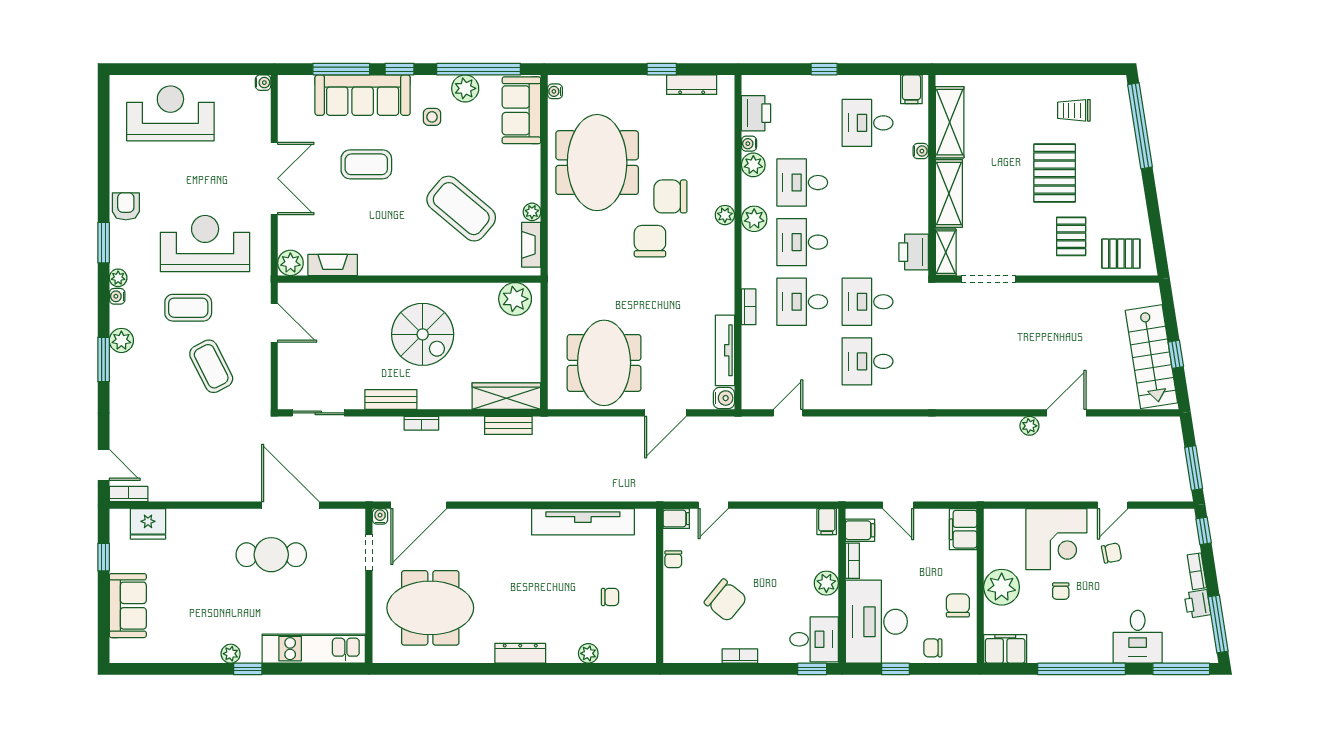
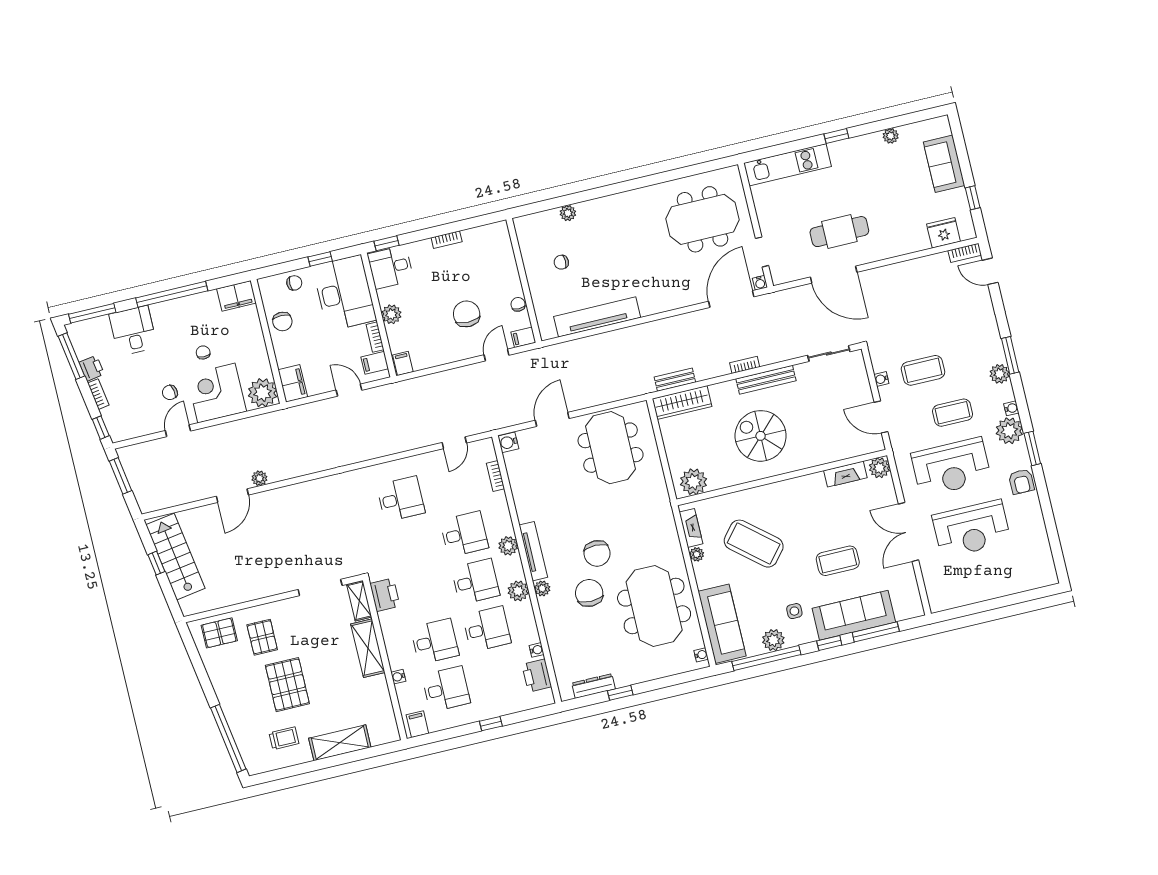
water cooler: (263, 83) -> (881, 379), moved
sofa: (521, 110) -> (722, 624), width x1.36
reception desk: (170, 113) -> (972, 529), moved
shelving: (950, 122) -> (340, 743), moved, turned 90
plant: (753, 165) -> (508, 546), moved
chair: (670, 196) -> (589, 593), turned -90
plant: (118, 278) -> (1009, 431), width x1.88, depth x1.88
desk: (868, 302) -> (435, 641), moved
bookcase: (749, 307) -> (495, 476), moved
tv unit: (725, 350) -> (533, 551), moved
coffee table: (211, 366) -> (923, 370), turned -63
bench: (391, 399) -> (766, 380), width x1.36
plant: (1002, 587) -> (263, 393), moved
chair: (726, 600) -> (467, 314), moved, turned 51
dresser: (520, 653) -> (622, 200), removed
plant: (231, 654) -> (891, 136), moved

